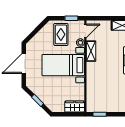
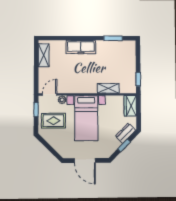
door: (85, 31) -> (50, 95), hinge flipped
shelving: (91, 51) -> (108, 88), moved
dresser: (49, 102) -> (125, 133), added

